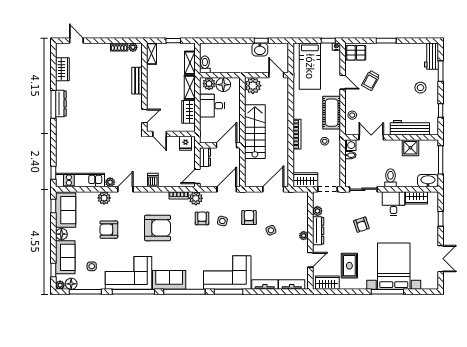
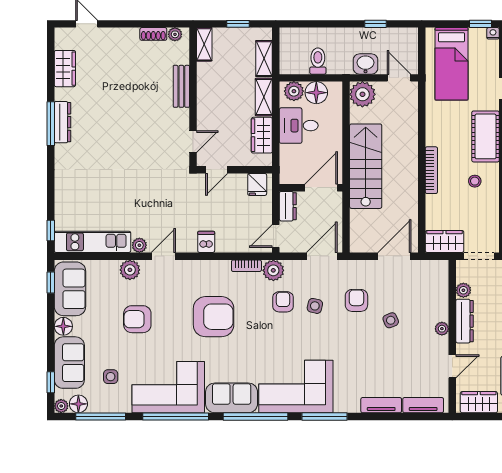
washbasin: (260, 49) -> (365, 64), moved, turned 180
toilet: (205, 64) -> (318, 61), moved
door: (160, 134) -> (217, 170), hinge flipped
corner sofa: (227, 273) -> (296, 387), moved

